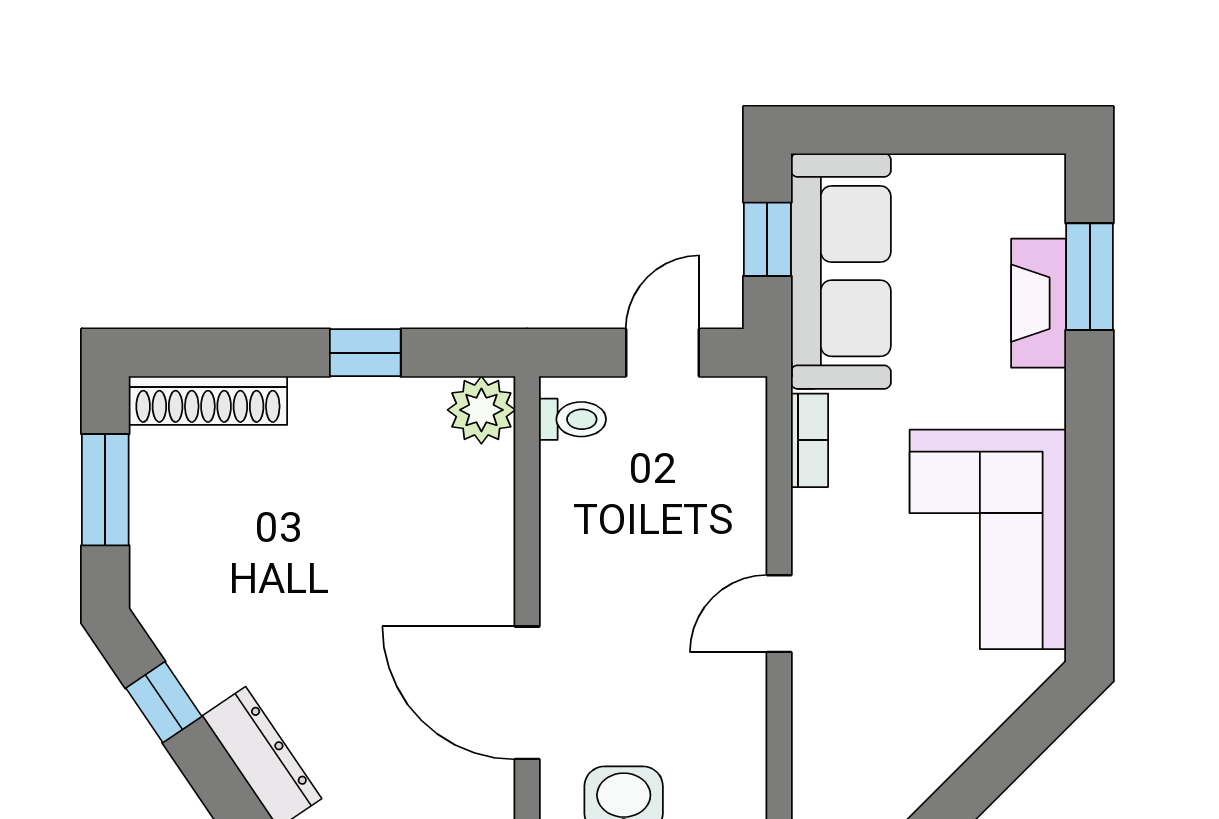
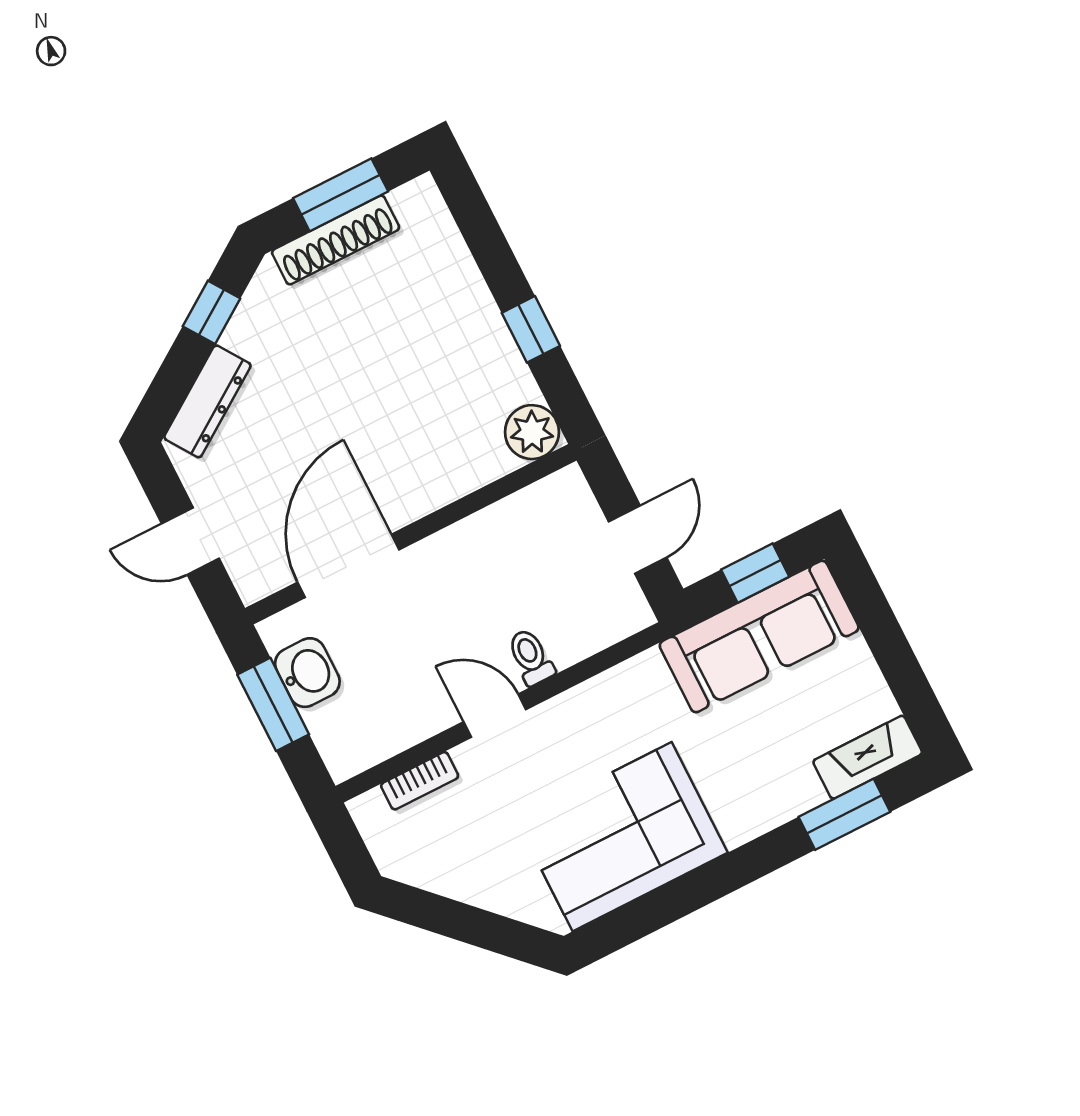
fireplace: (1039, 303) -> (868, 757), moved
door: (663, 353) -> (638, 540), hinge flipped
shoe rack: (208, 400) -> (336, 240), moved, turned -90
toilet: (572, 419) -> (531, 657), moved, turned 180
bookcase: (809, 440) -> (420, 781), moved

